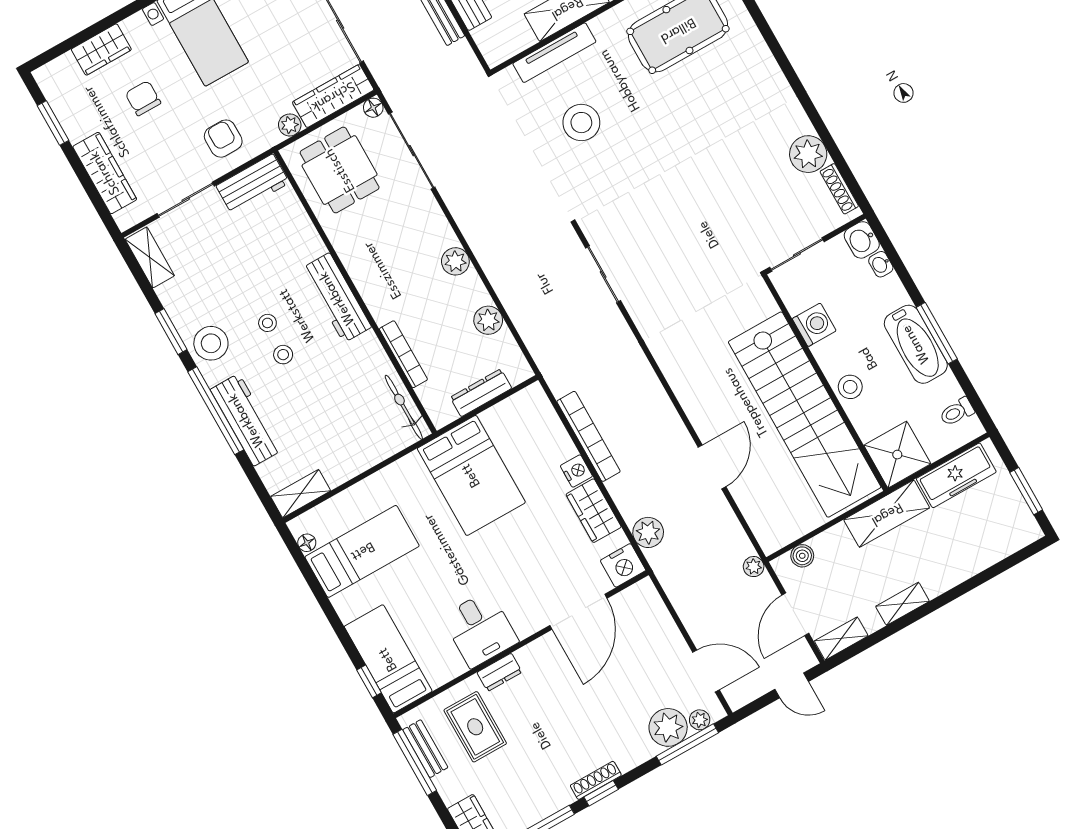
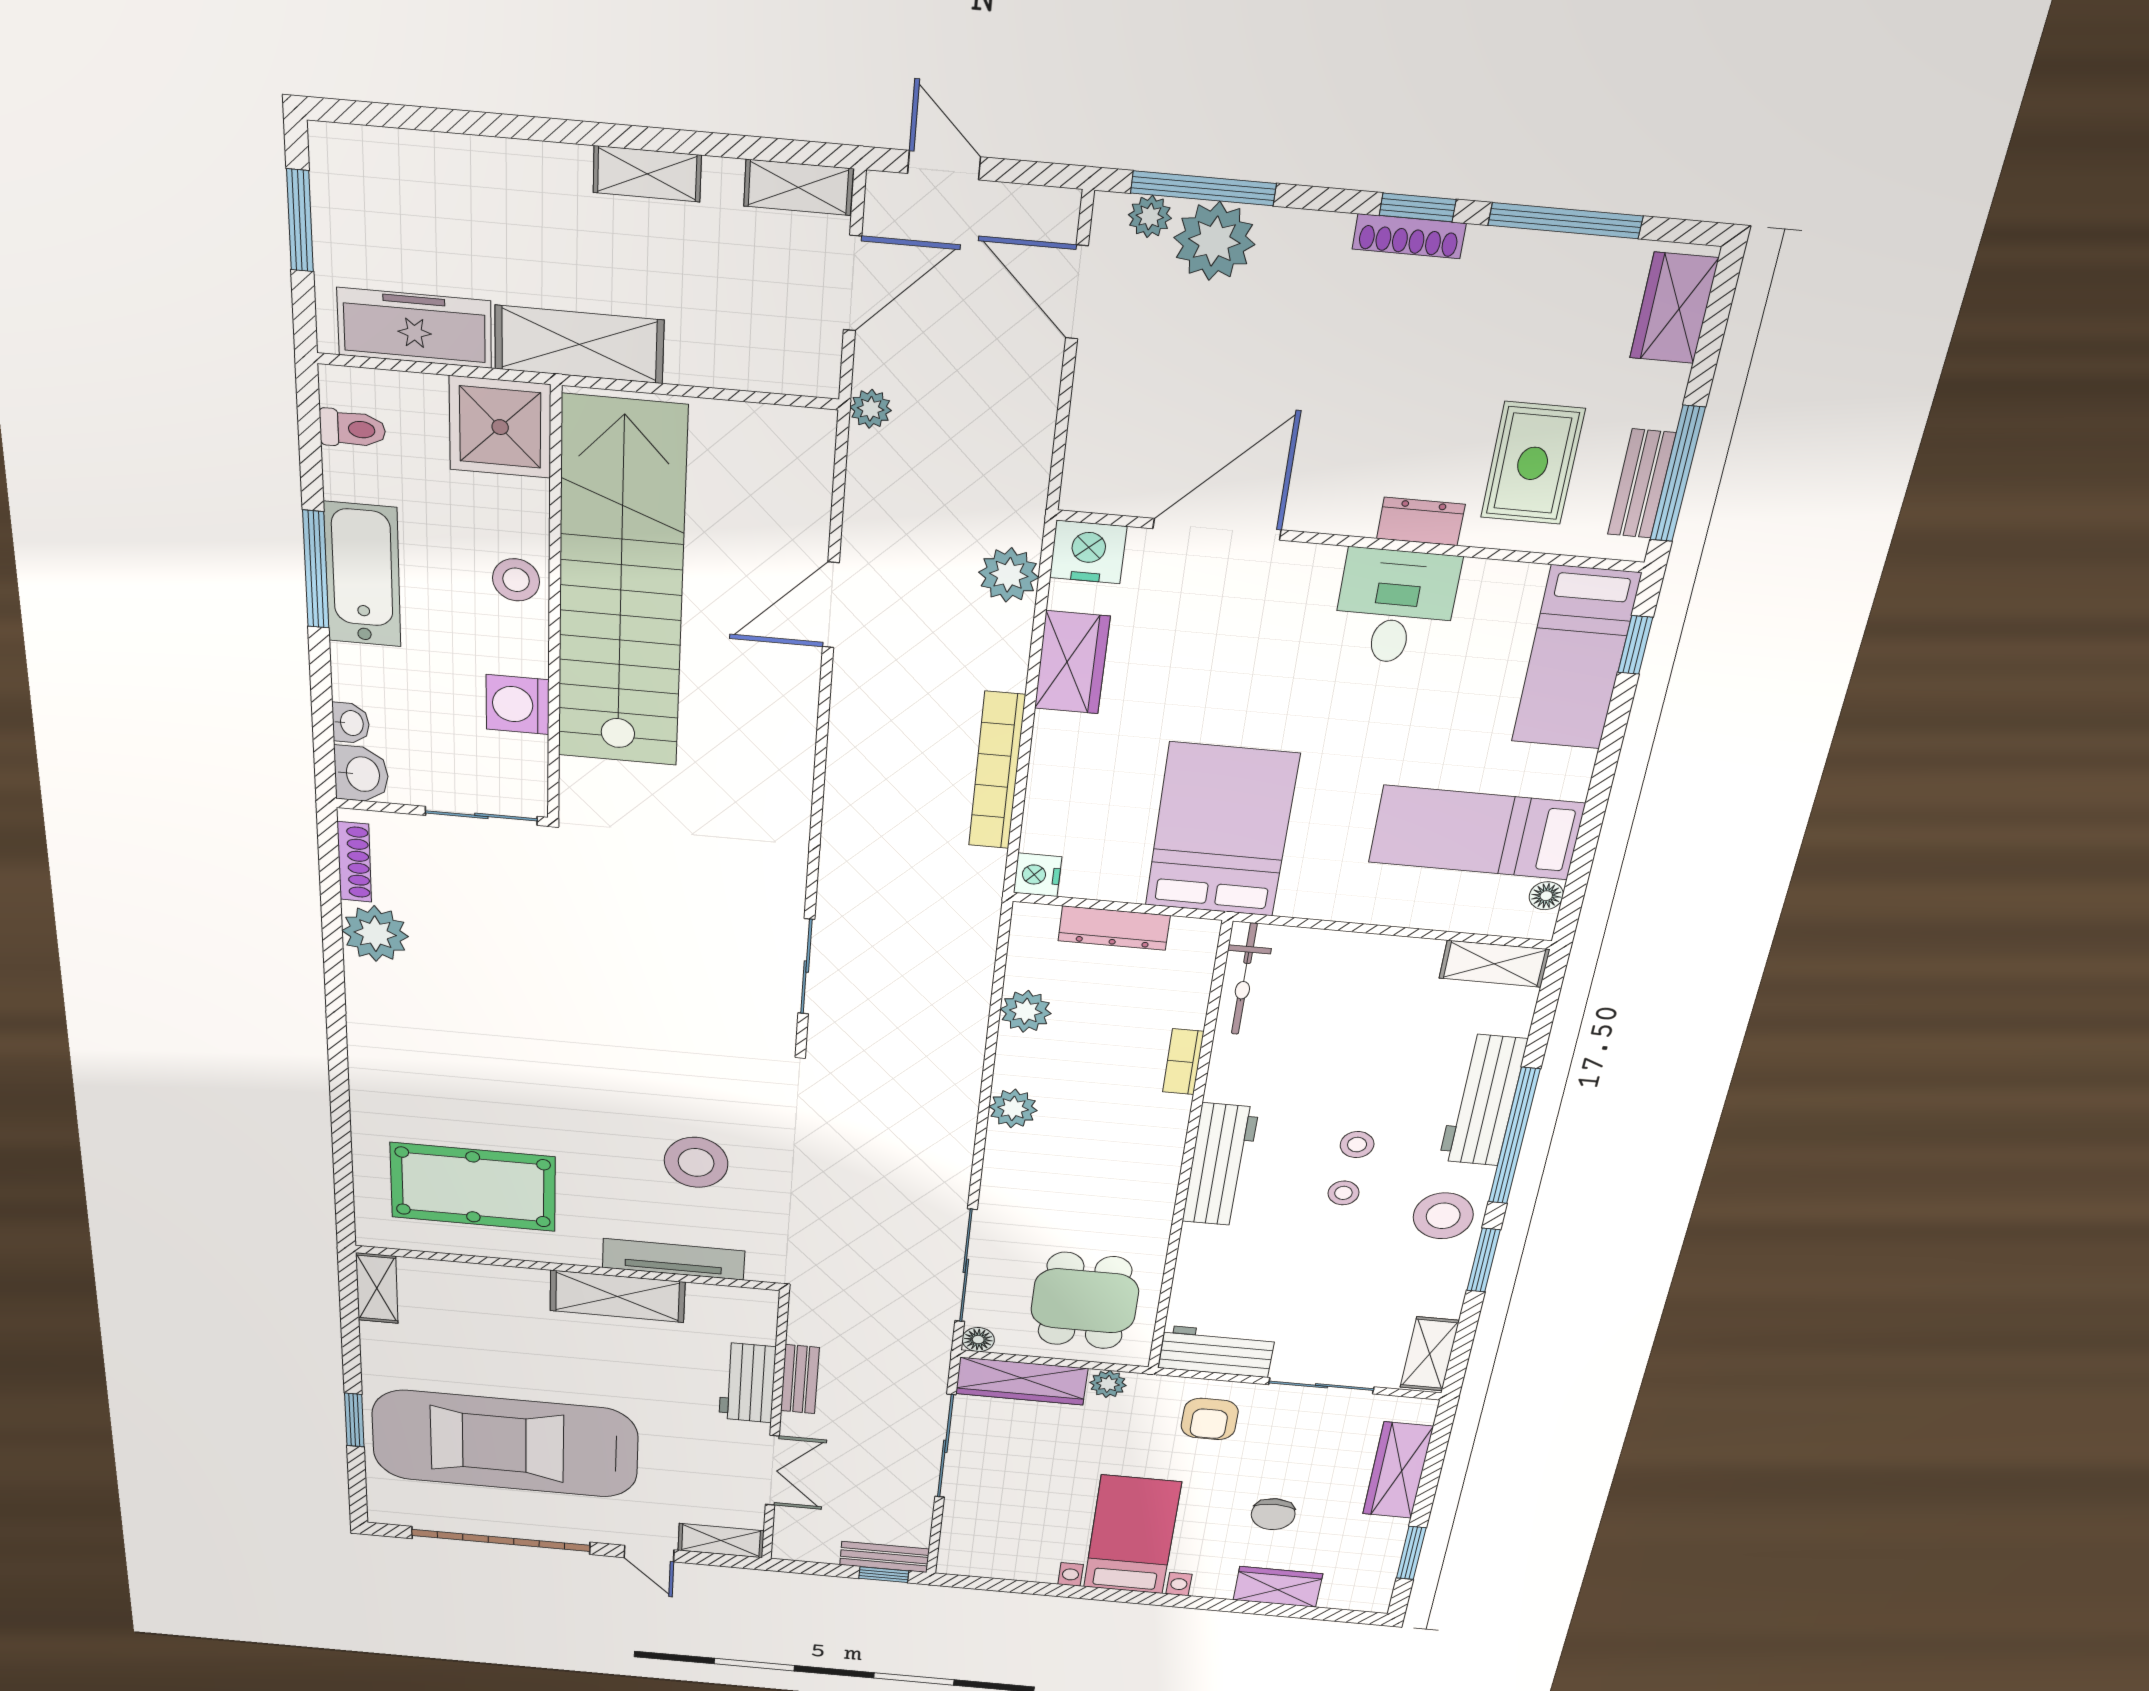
bookcase: (403, 354) -> (1183, 1062), width x0.64
nightstand: (576, 471) -> (1038, 875), moved
boiler: (802, 556) -> (774, 372), removed

